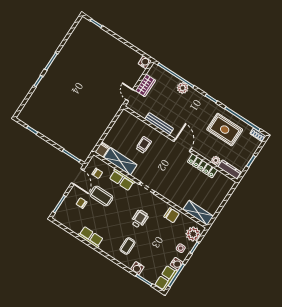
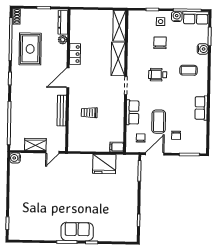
sofa: (54, 75) -> (77, 232), added
plant: (183, 88) -> (17, 110), removed
fridge: (95, 131) -> (104, 164), added
shelving: (120, 161) -> (118, 59), moved
locker: (202, 166) -> (75, 54), width x0.66
chair: (171, 215) -> (160, 43), moved
plant: (193, 234) -> (141, 18), removed

